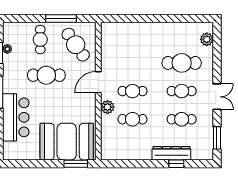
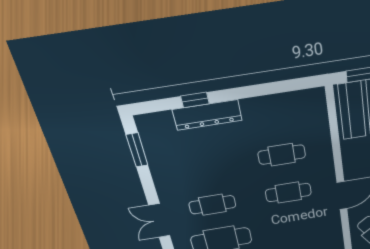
double door: (217, 97) -> (159, 221), moved
plant: (108, 107) -> (324, 165), removed
cafe table: (182, 119) -> (203, 167), removed

